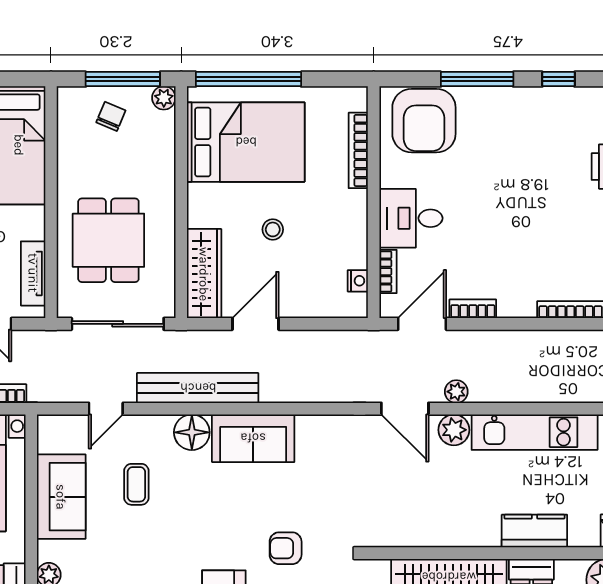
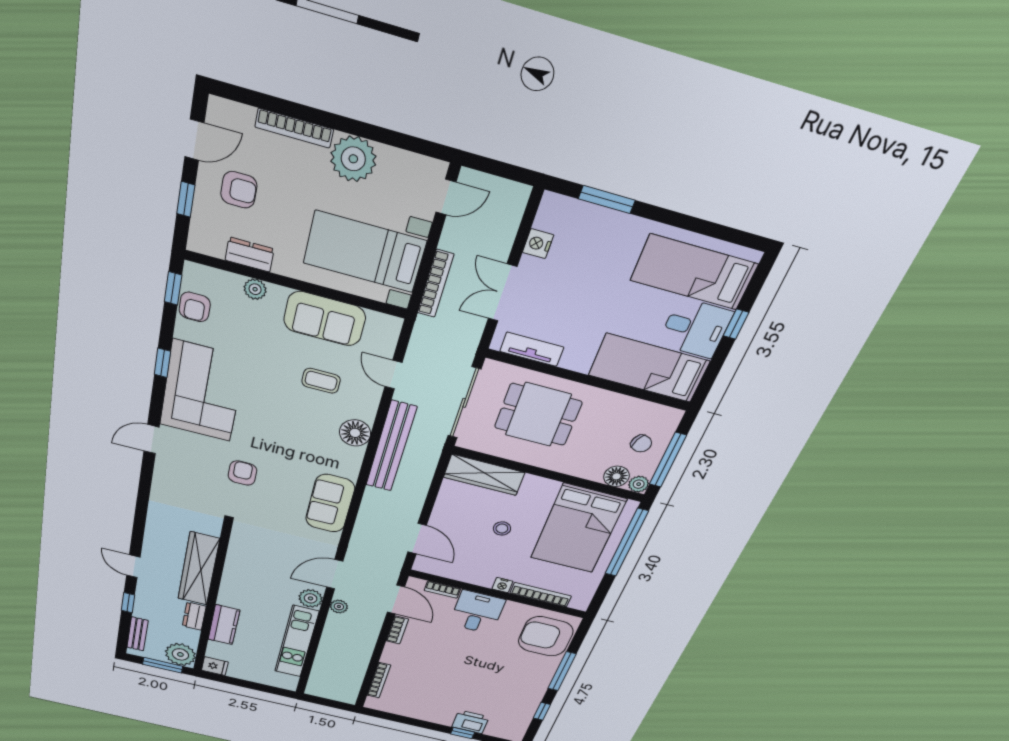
floor lamp: (161, 126) -> (616, 476), added
nightstand: (358, 281) -> (502, 585), moved
door: (255, 324) -> (417, 539), moved
sofa: (253, 438) -> (330, 503), moved

